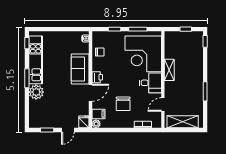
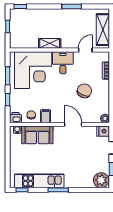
sofa: (80, 69) -> (37, 135), moved
printer: (97, 77) -> (16, 118), moved
plant: (36, 92) -> (101, 180), moved
chair: (123, 104) -> (84, 91), turned -67
door: (163, 105) -> (85, 50), swing flipped
filing cabinet: (98, 114) -> (46, 116), moved

